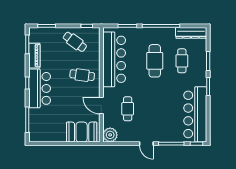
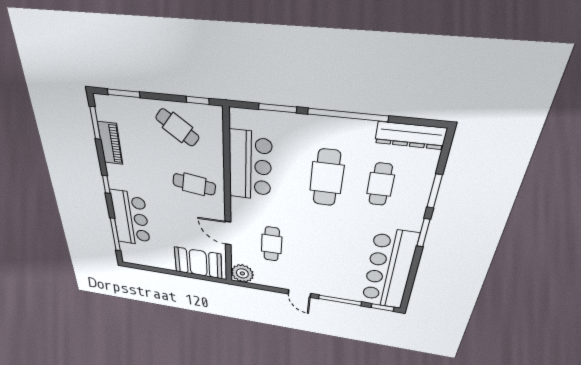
bar counter: (114, 59) -> (250, 166), width x0.73
bar counter: (40, 88) -> (130, 218), moved

